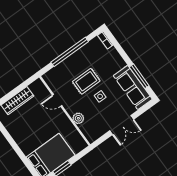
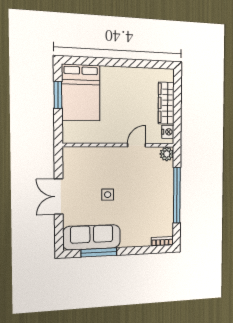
rug: (86, 81) -> (134, 191), removed
nightstand: (34, 87) -> (168, 132), added
plant: (78, 118) -> (167, 154), moved

